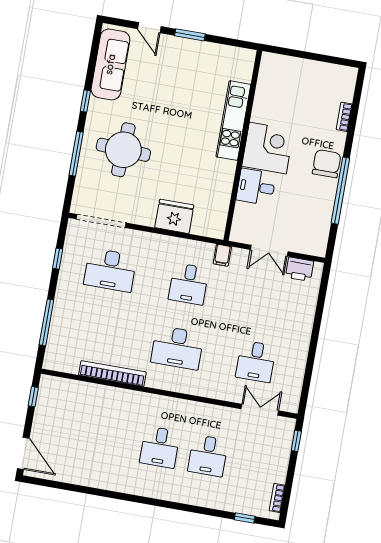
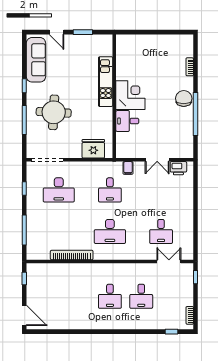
kitchen unit: (233, 121) -> (106, 82), moved
wall: (243, 145) -> (114, 96), moved
corner desk: (268, 148) -> (130, 95), moved
desk: (256, 187) -> (127, 121), moved

